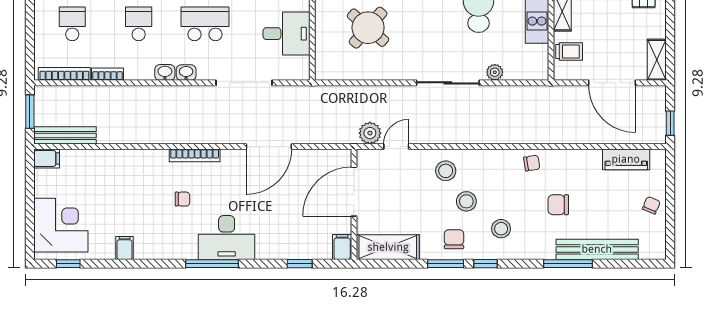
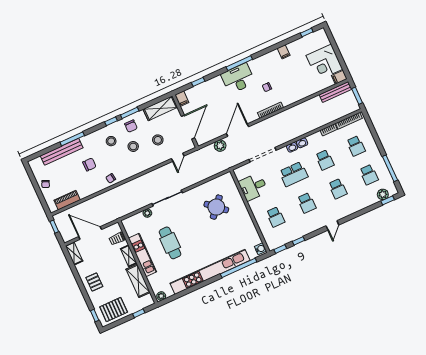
plant: (370, 133) -> (220, 146), moved
stool: (446, 171) -> (158, 140), moved
corner desk: (61, 225) -> (324, 62), moved

